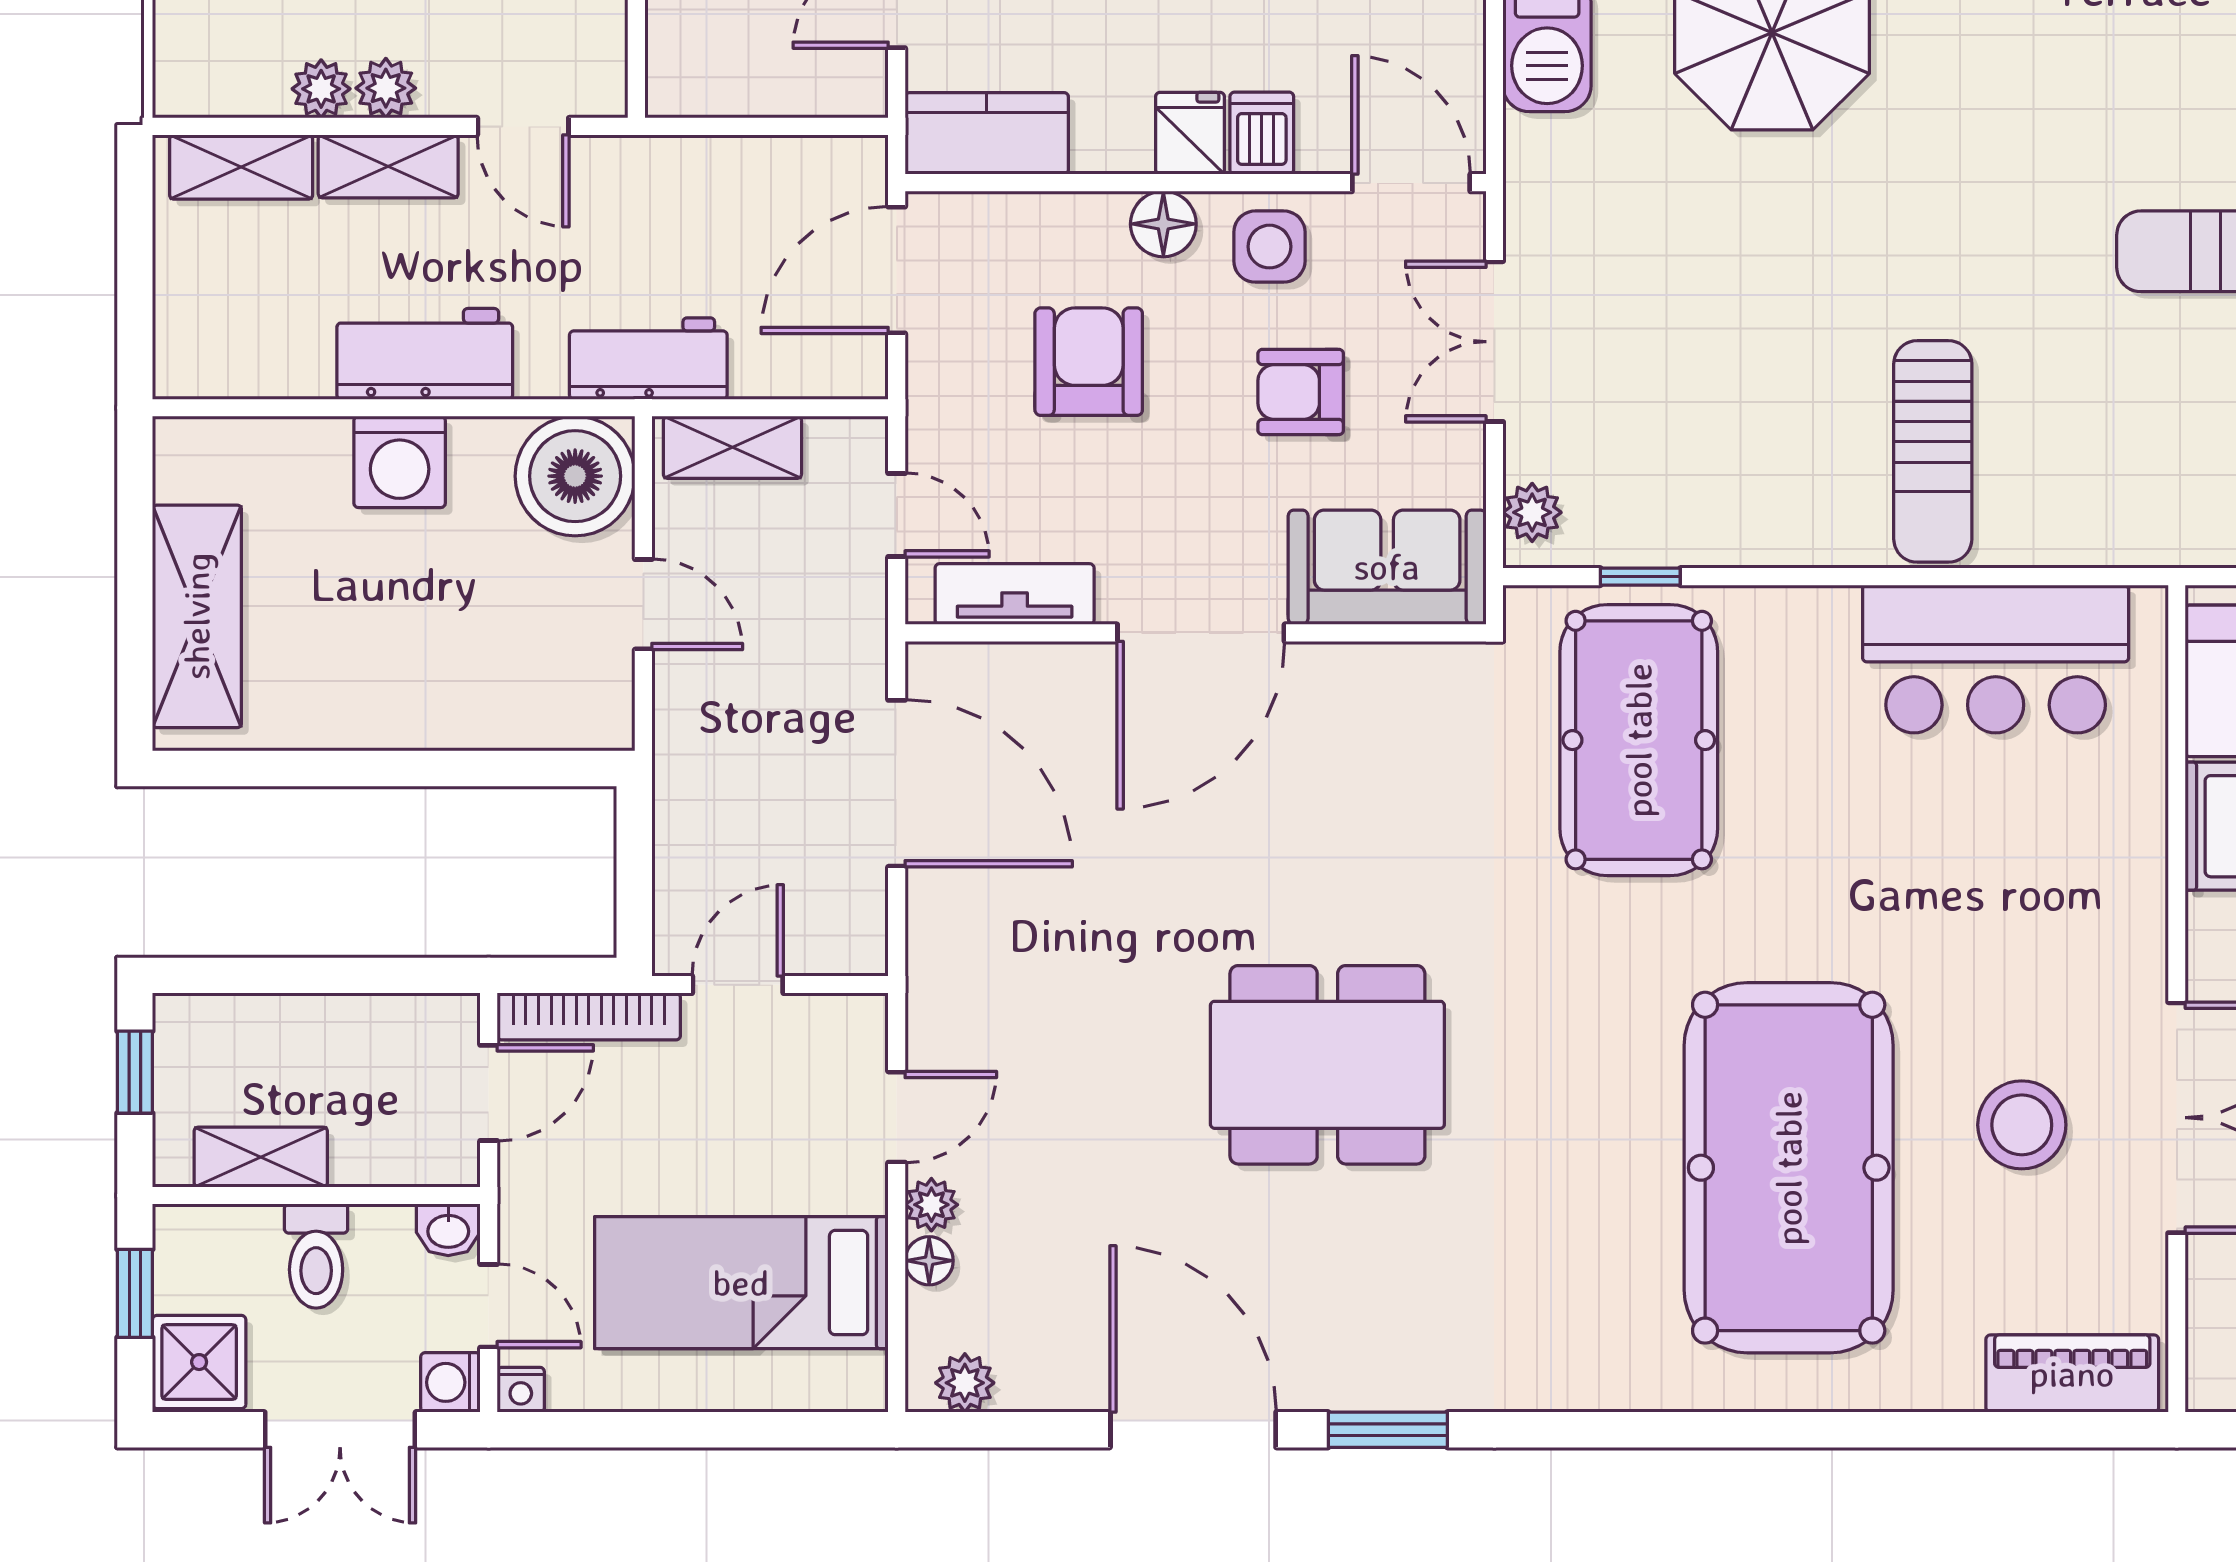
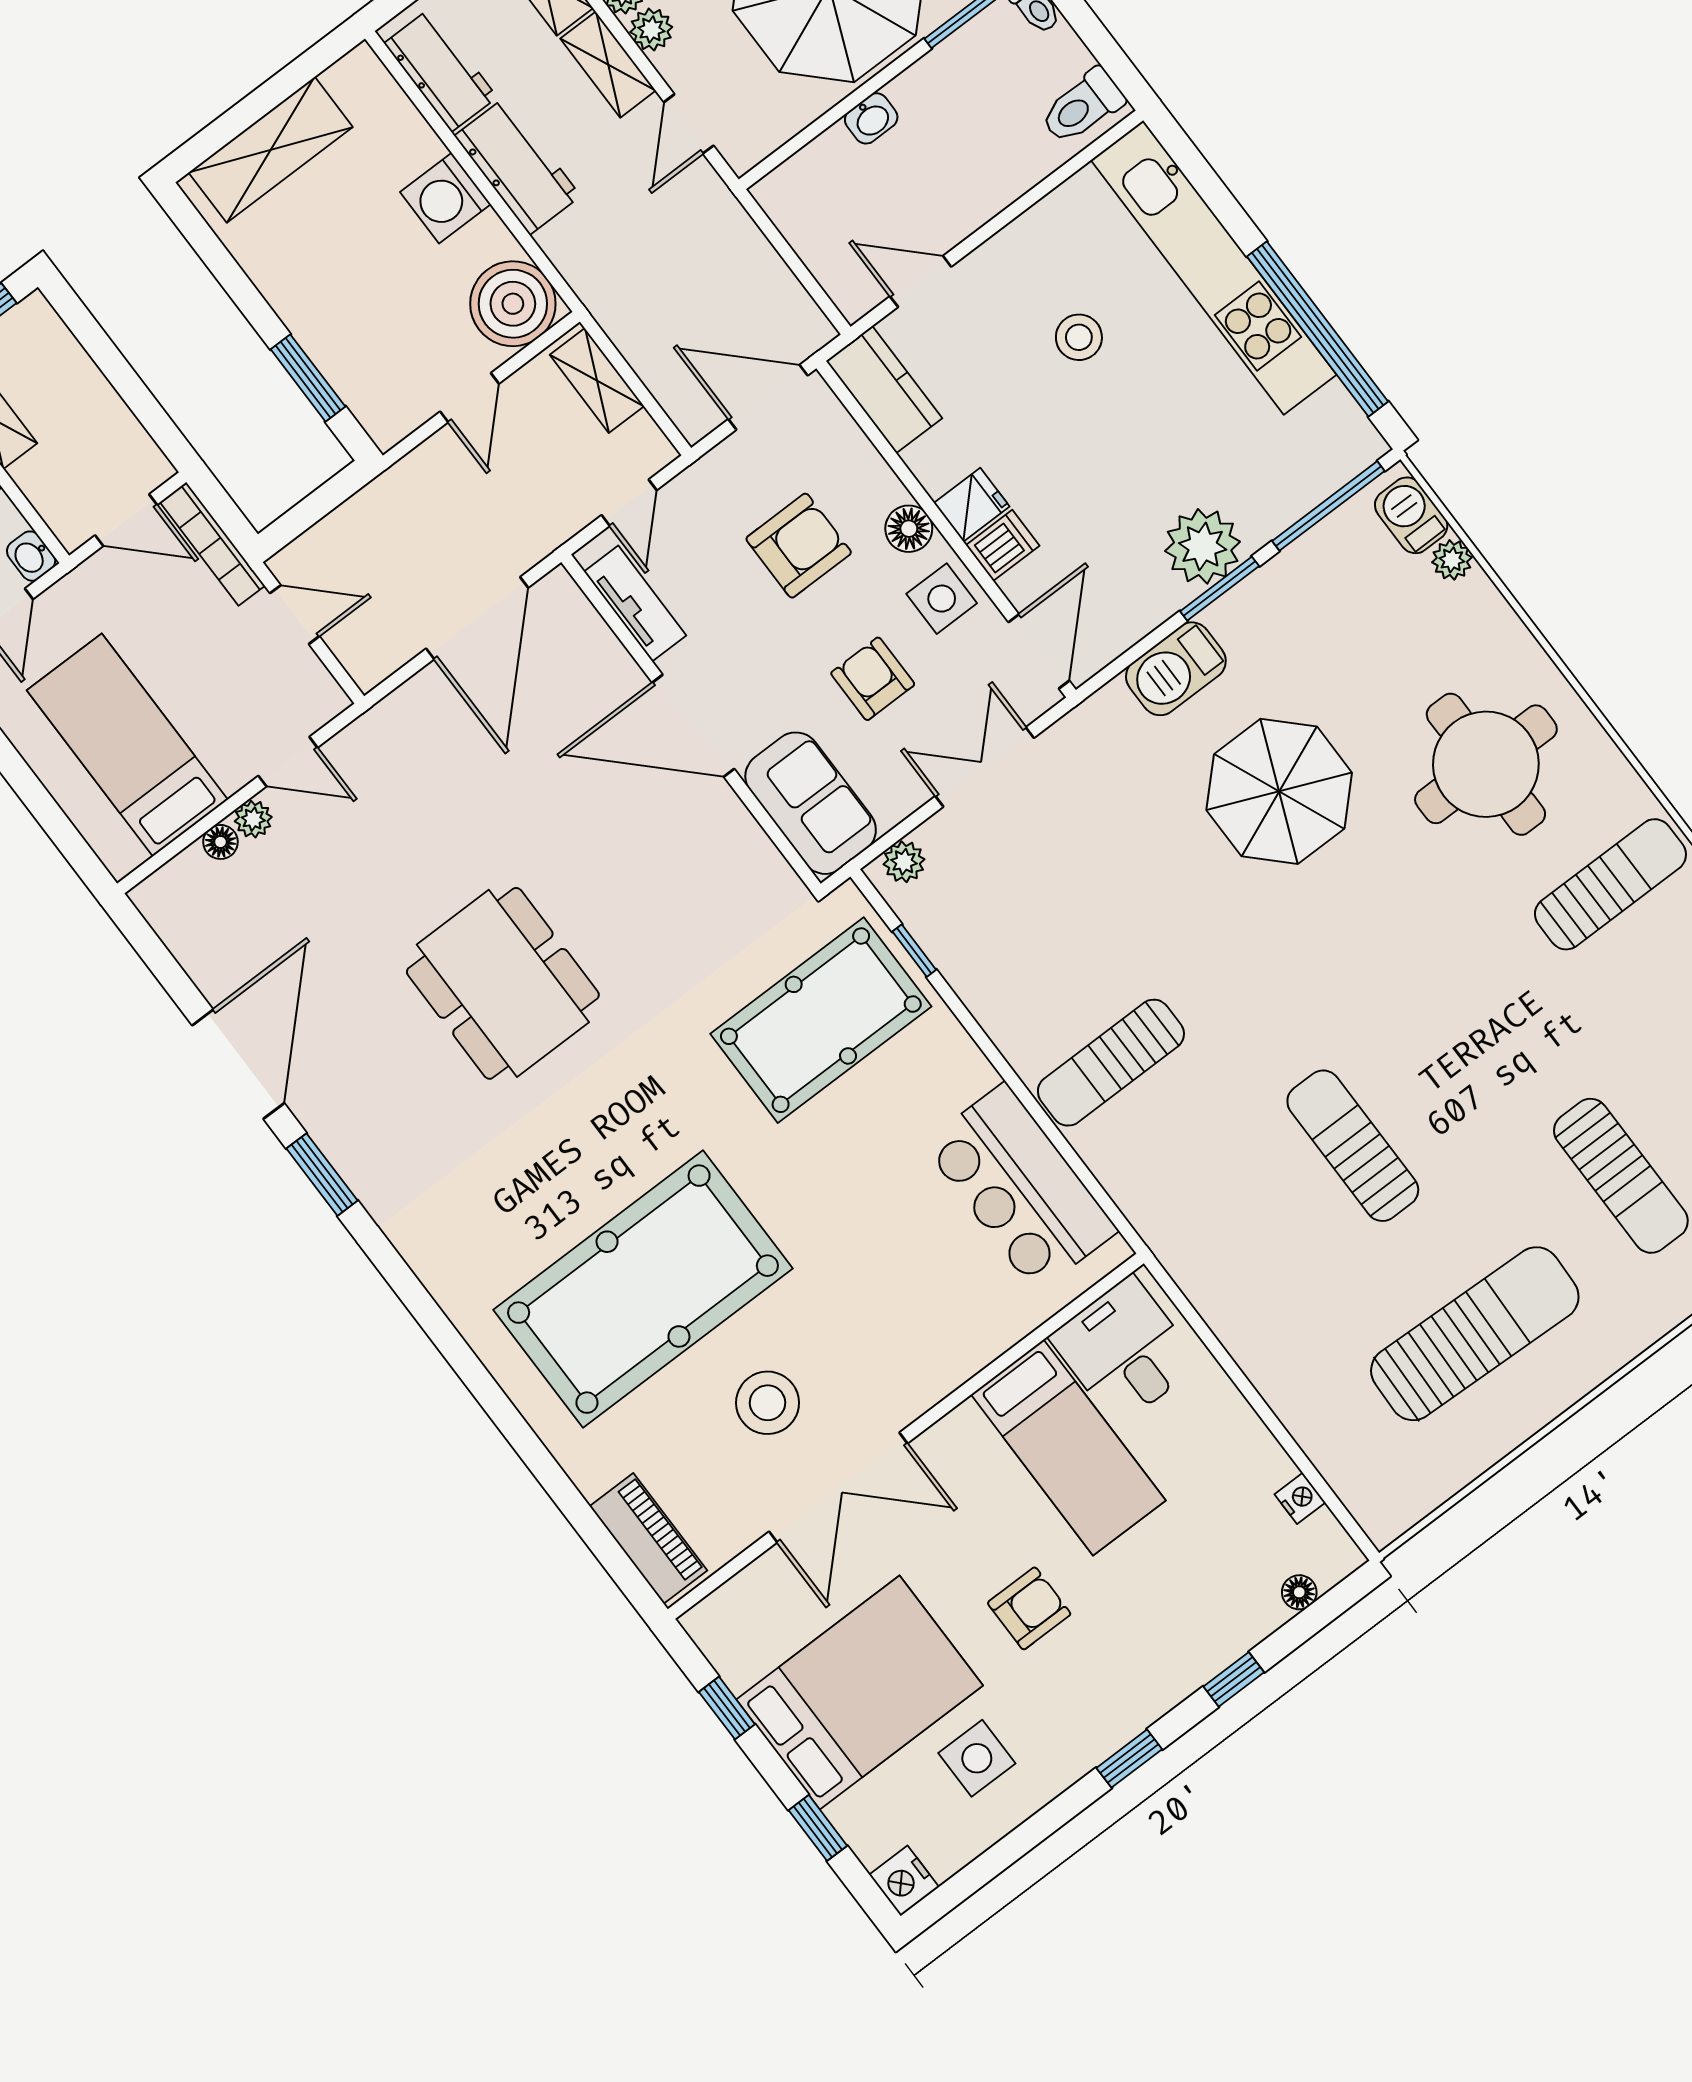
workbench: (648, 359) -> (441, 70), moved
window: (484, 769) -> (308, 378), added
plant: (965, 1383) -> (167, 915), removed

